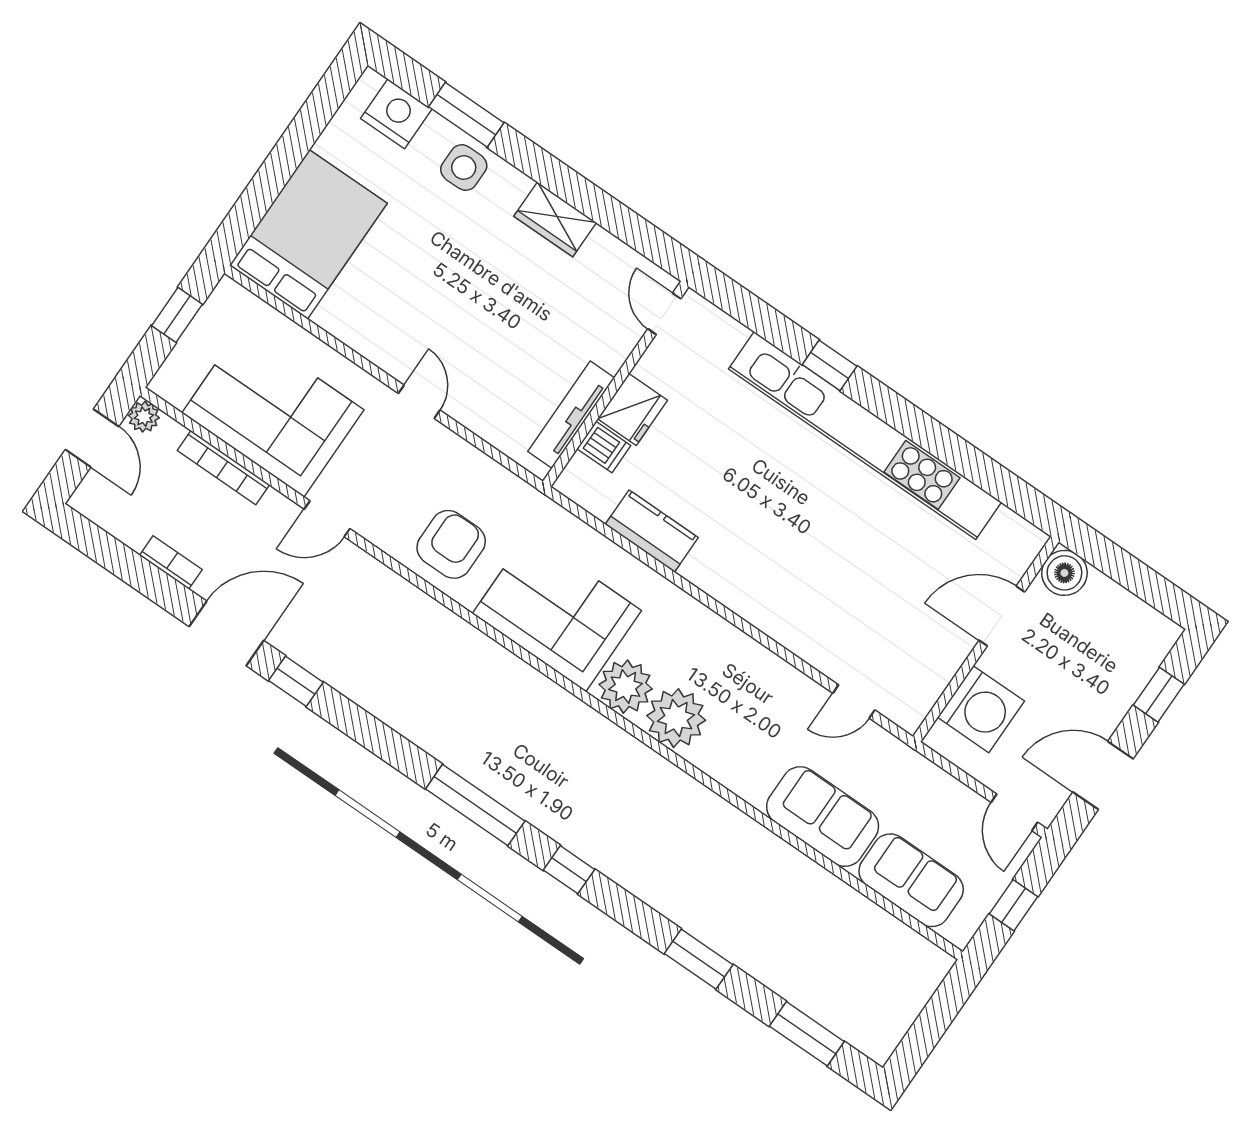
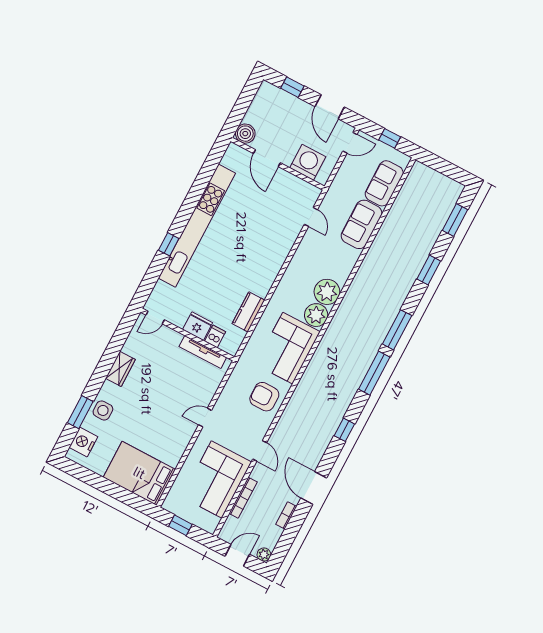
plant: (144, 417) -> (264, 555), moved
window: (296, 681) -> (344, 430), moved
window: (569, 870) -> (397, 330), width x2.17

